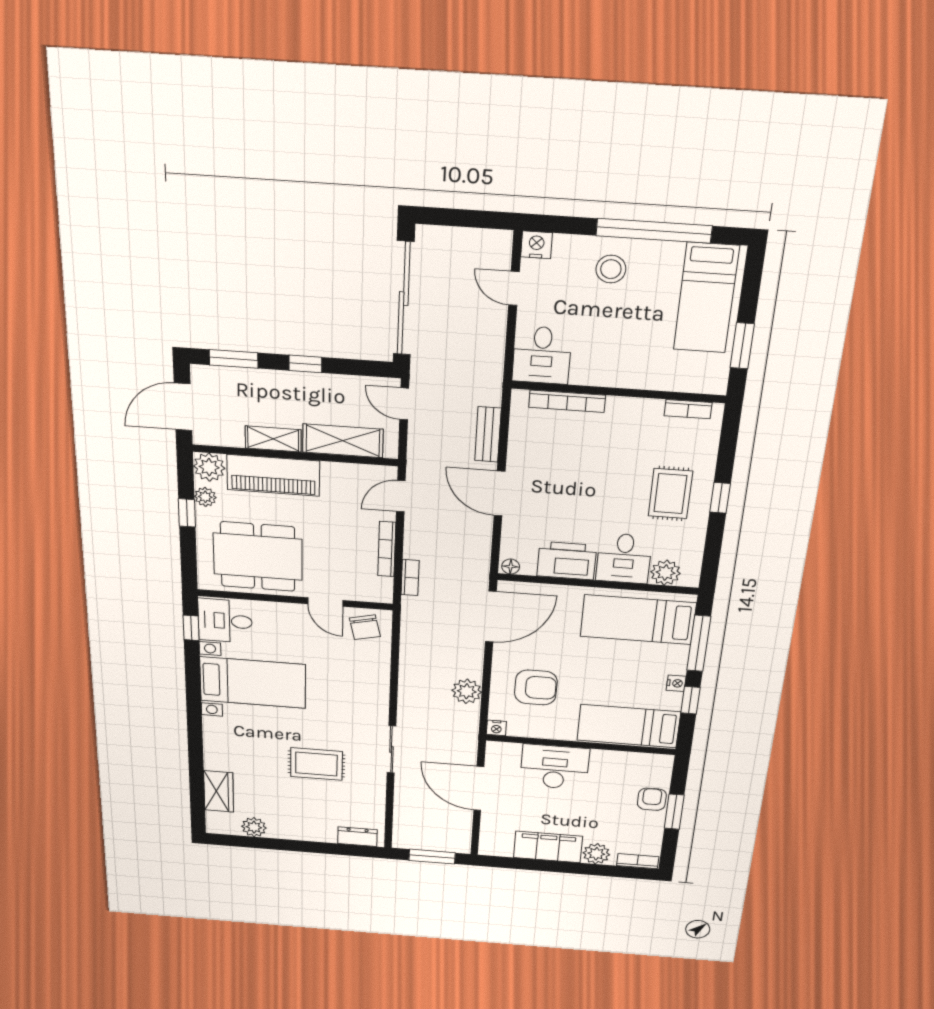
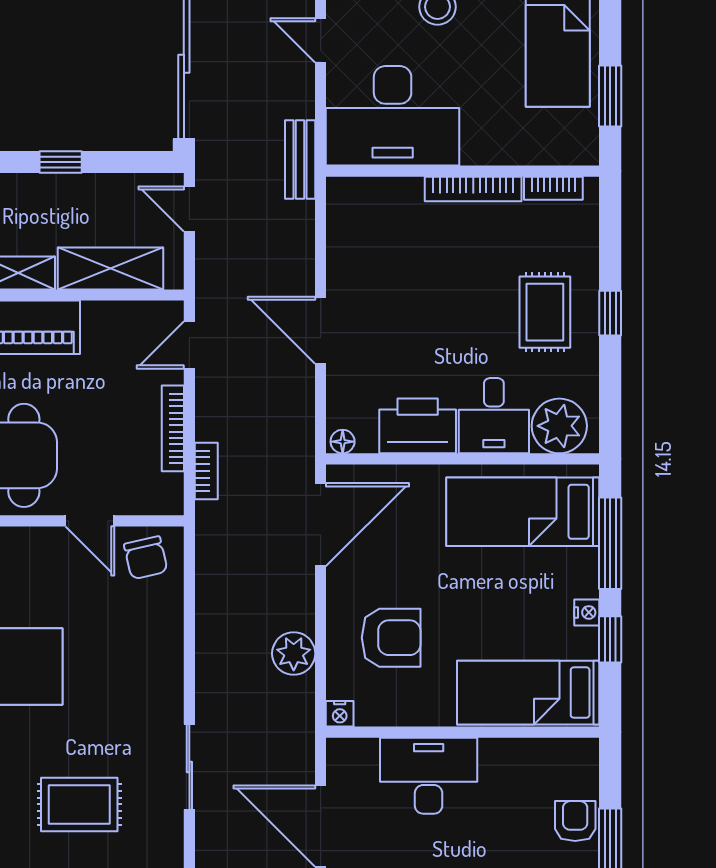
desk: (542, 355) -> (393, 116), width x1.87, depth x1.30
bookcase: (567, 401) -> (473, 189), moved
bench: (488, 434) -> (300, 159), moved
plant: (666, 573) -> (559, 426), width x1.36, depth x1.36

